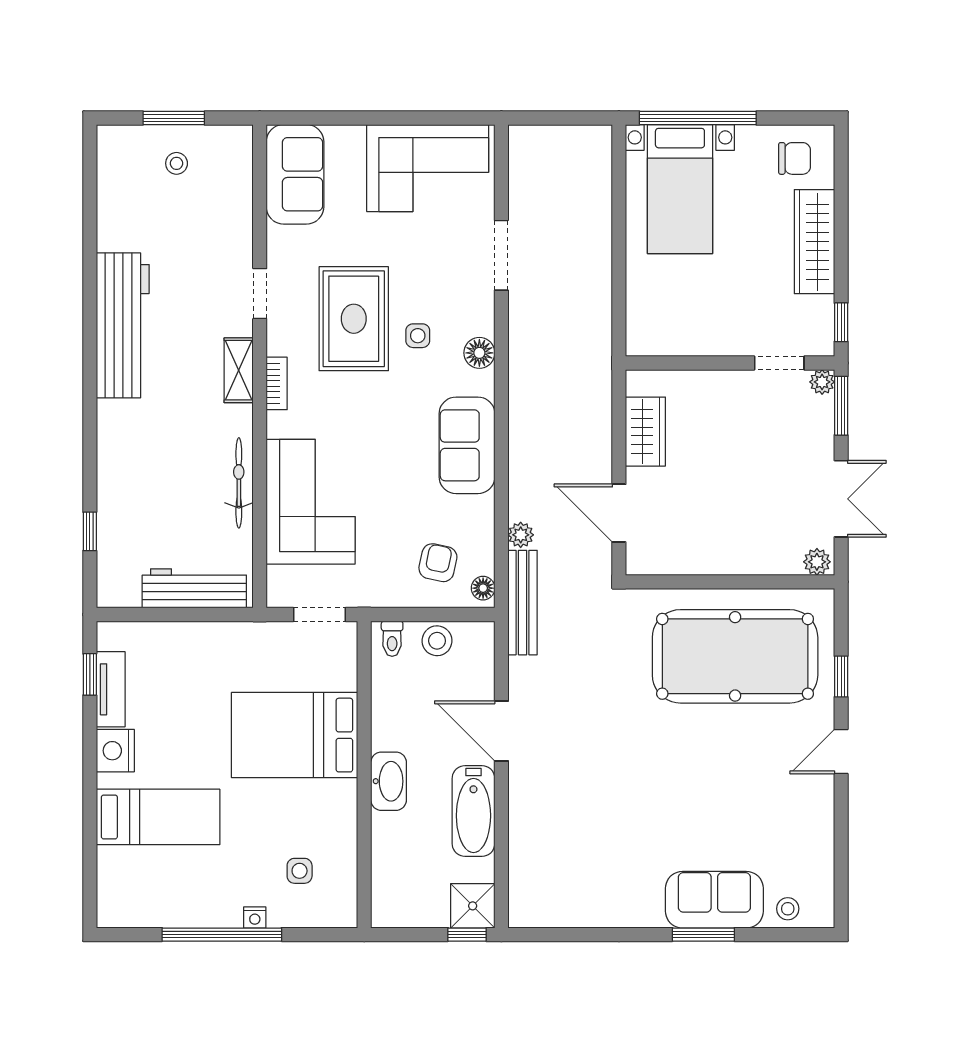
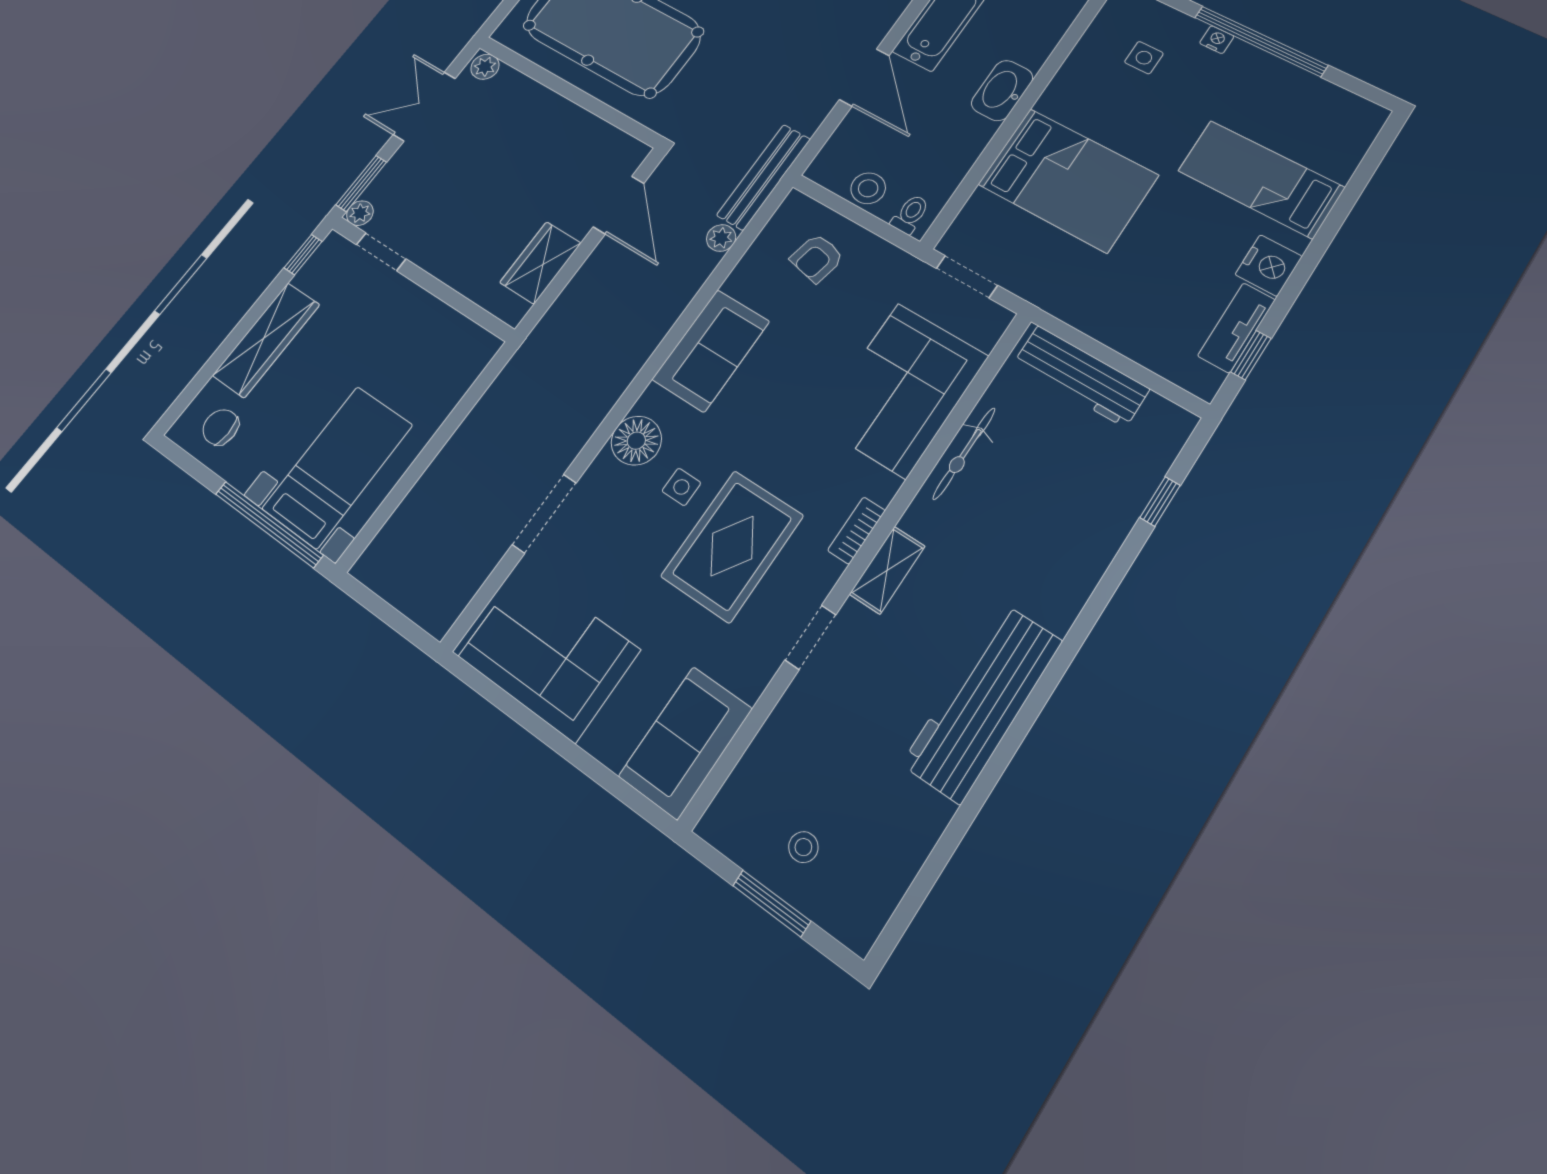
floor lamp: (479, 353) -> (636, 441), width x1.38, depth x1.38
floor lamp: (483, 588) -> (791, 211), removed

